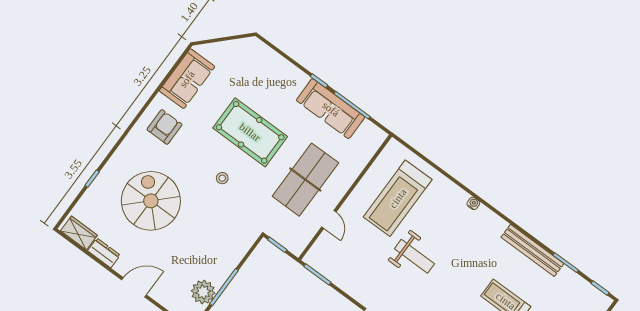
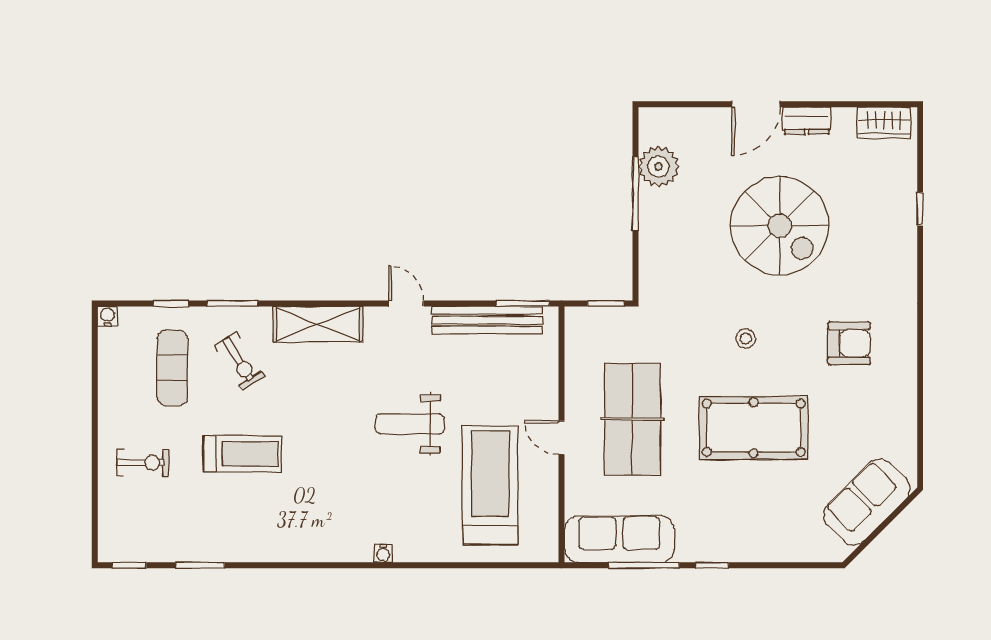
sofa: (187, 79) -> (867, 502), moved, turned 45
sofa: (331, 109) -> (619, 539), moved
armchair: (164, 127) -> (849, 343), moved, turned -90
spiral stairs: (151, 201) -> (780, 226), moved
door: (329, 219) -> (562, 438), moved
bench: (532, 250) -> (487, 320), moved
dresser: (104, 253) -> (807, 121), moved

